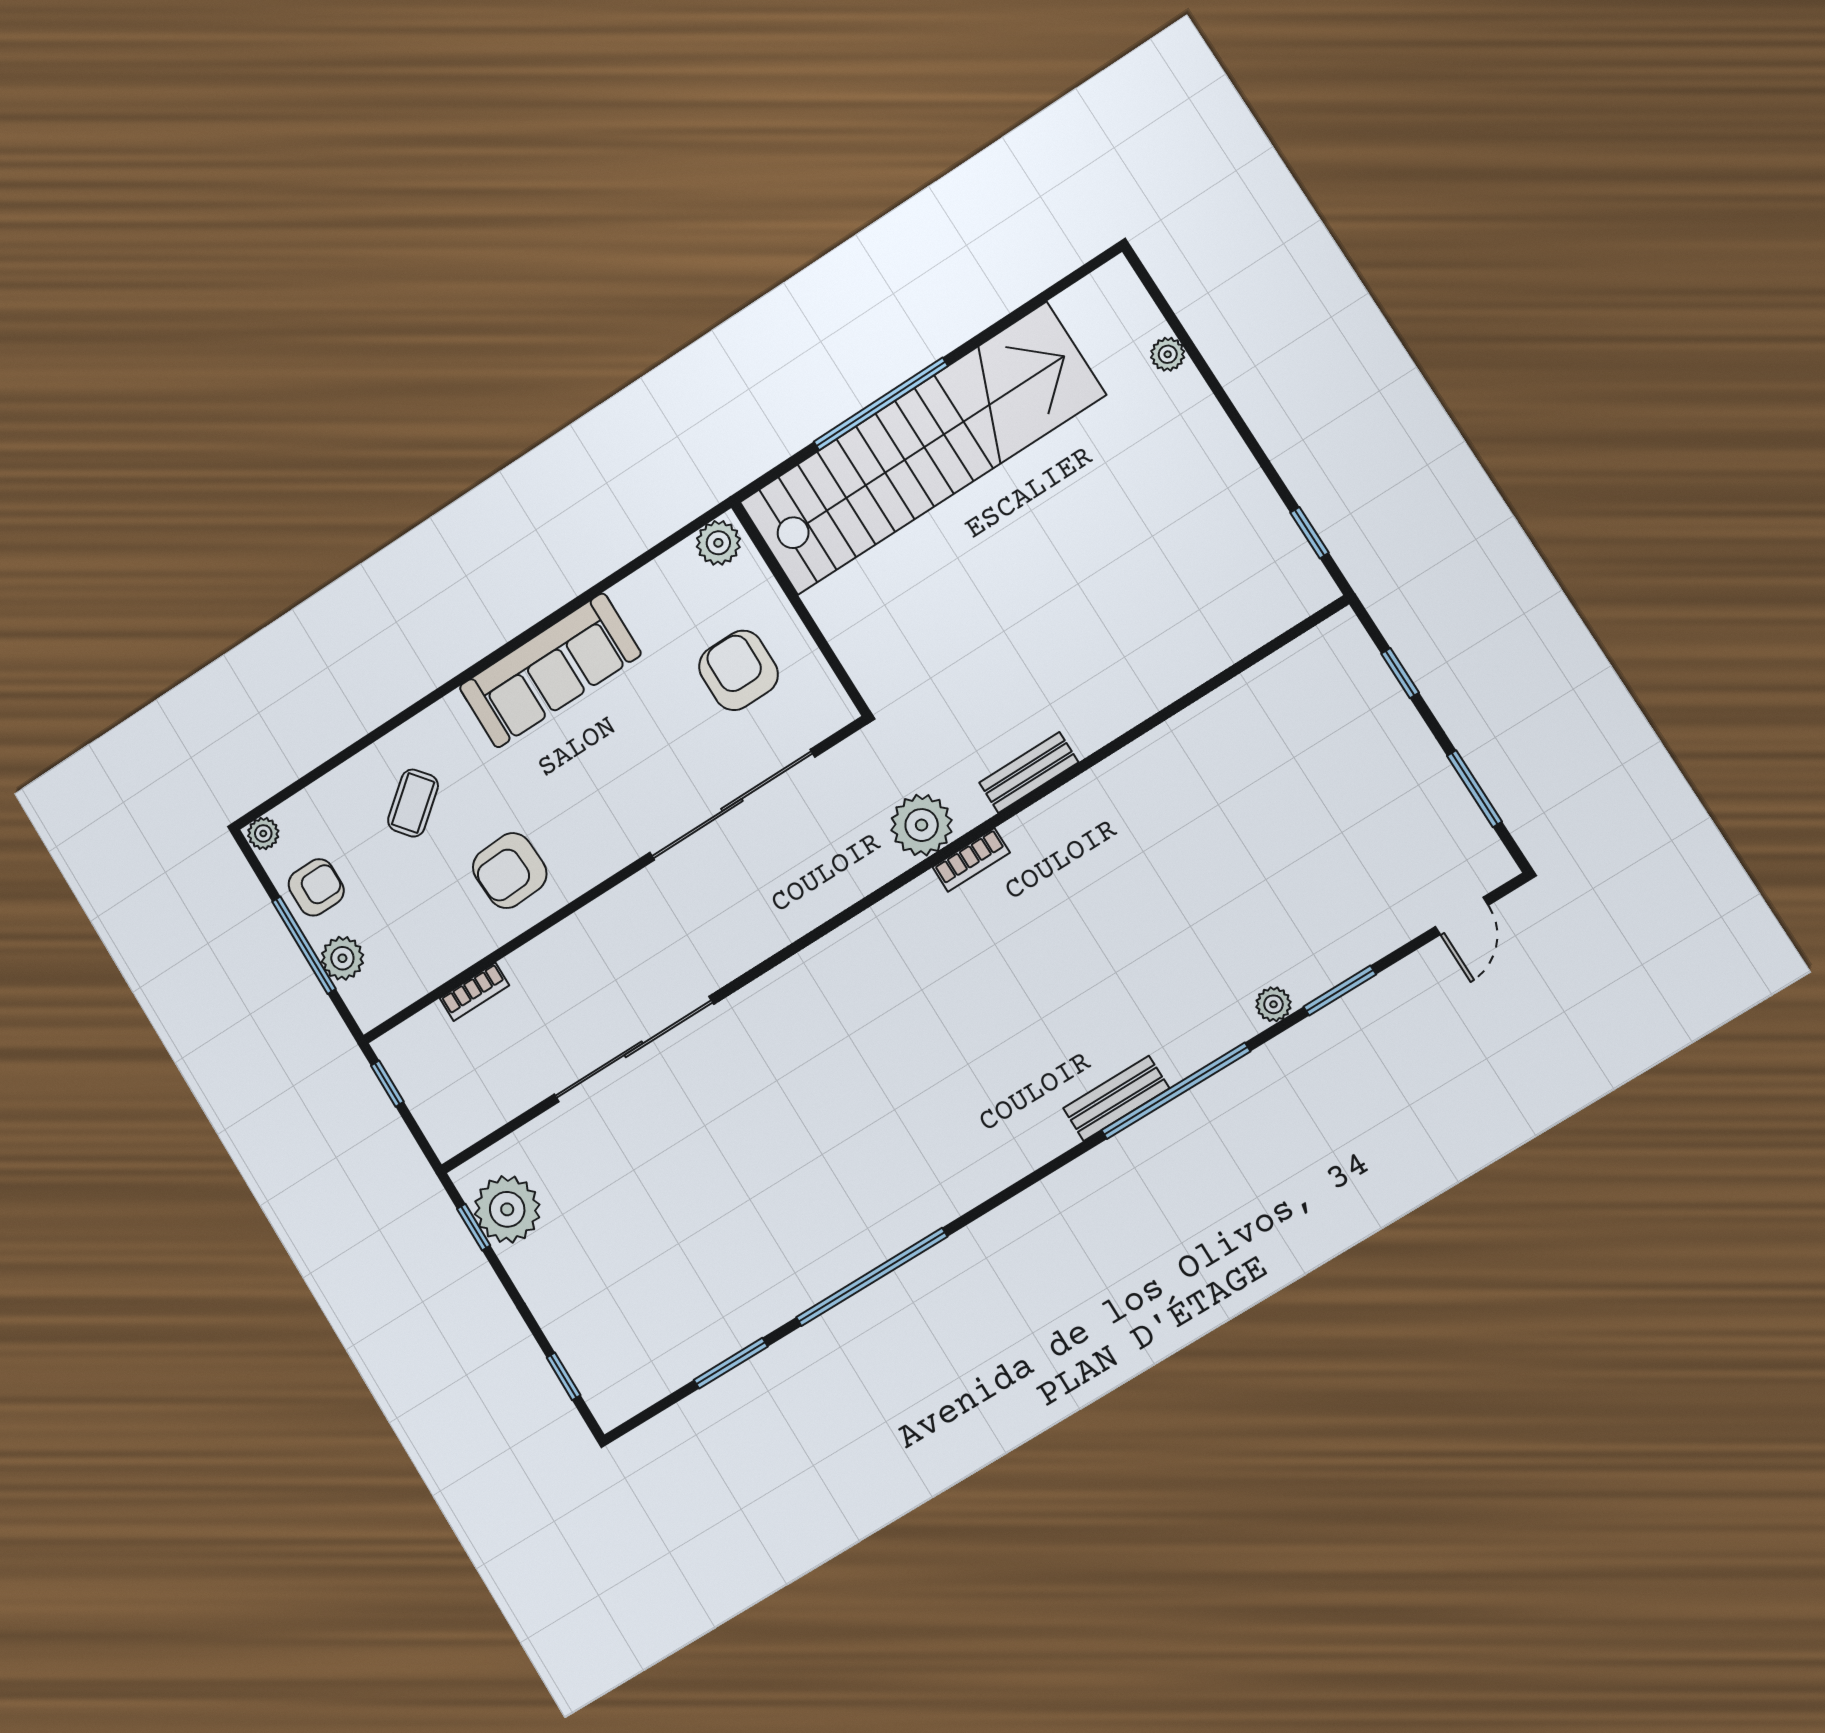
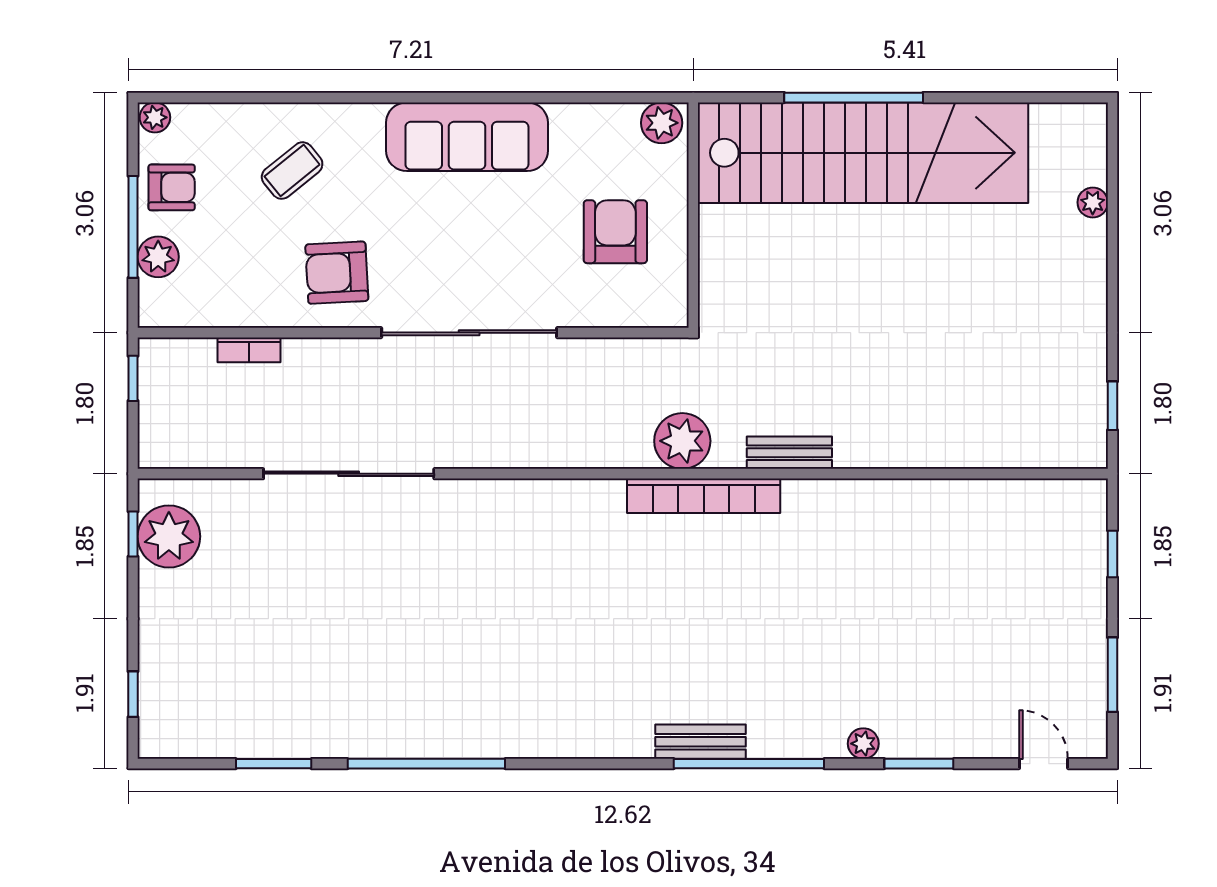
sliding door: (732, 805) -> (469, 333), moved
bookcase: (971, 860) -> (704, 496), width x2.31, depth x1.31
door: (1462, 916) -> (1044, 764), swing flipped

